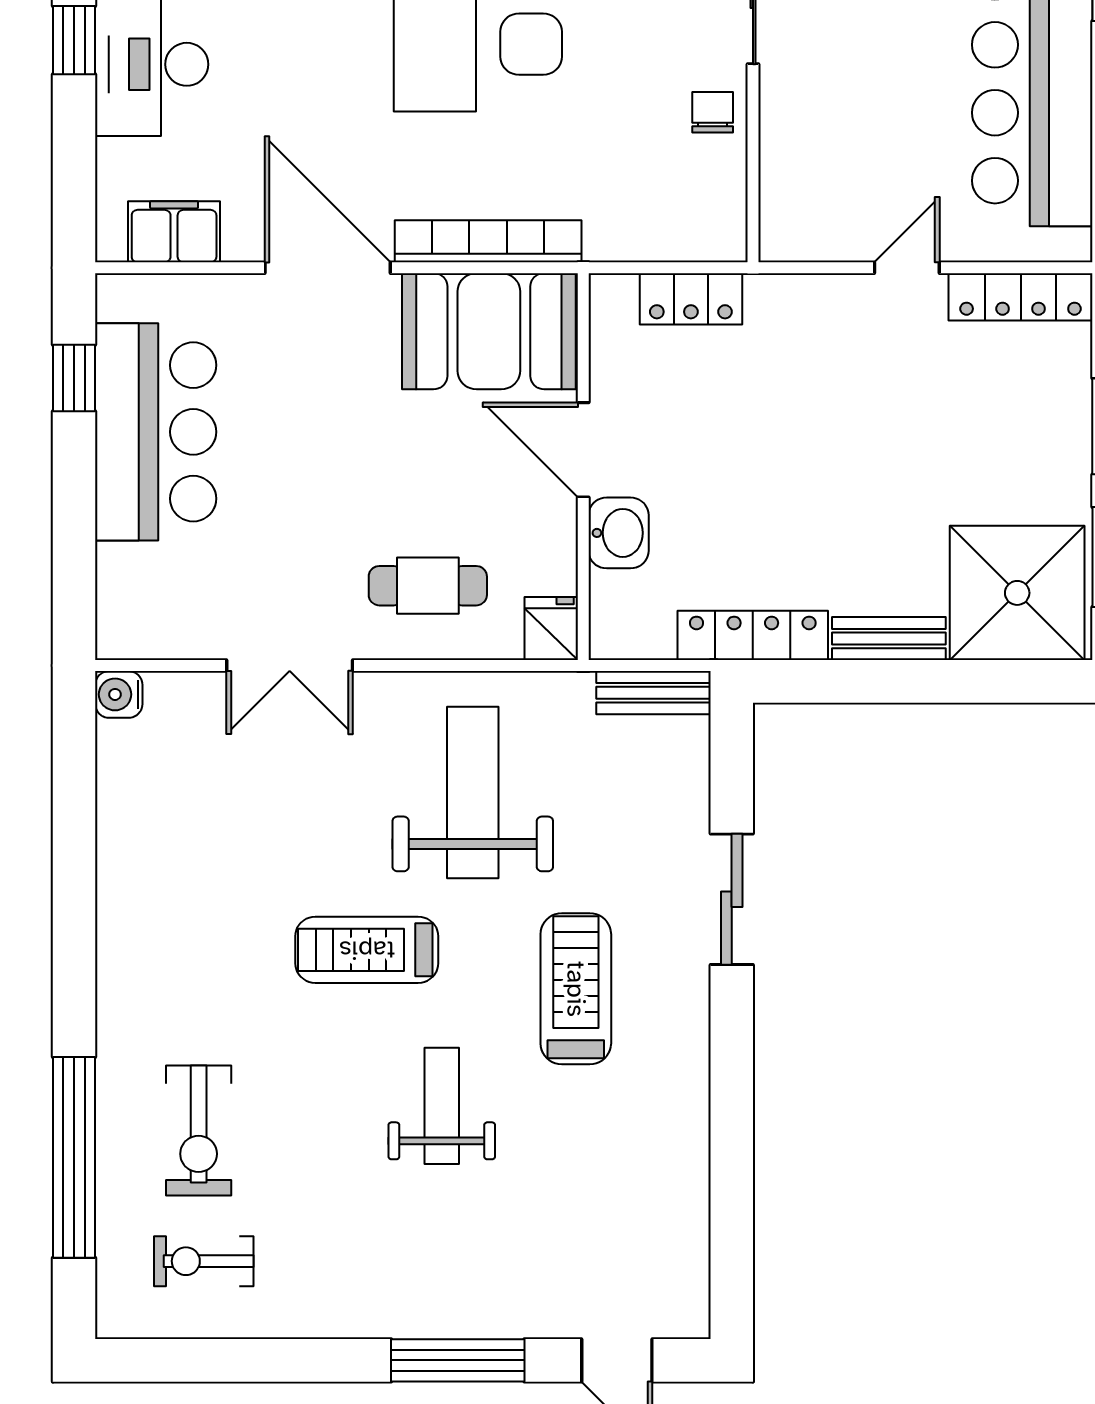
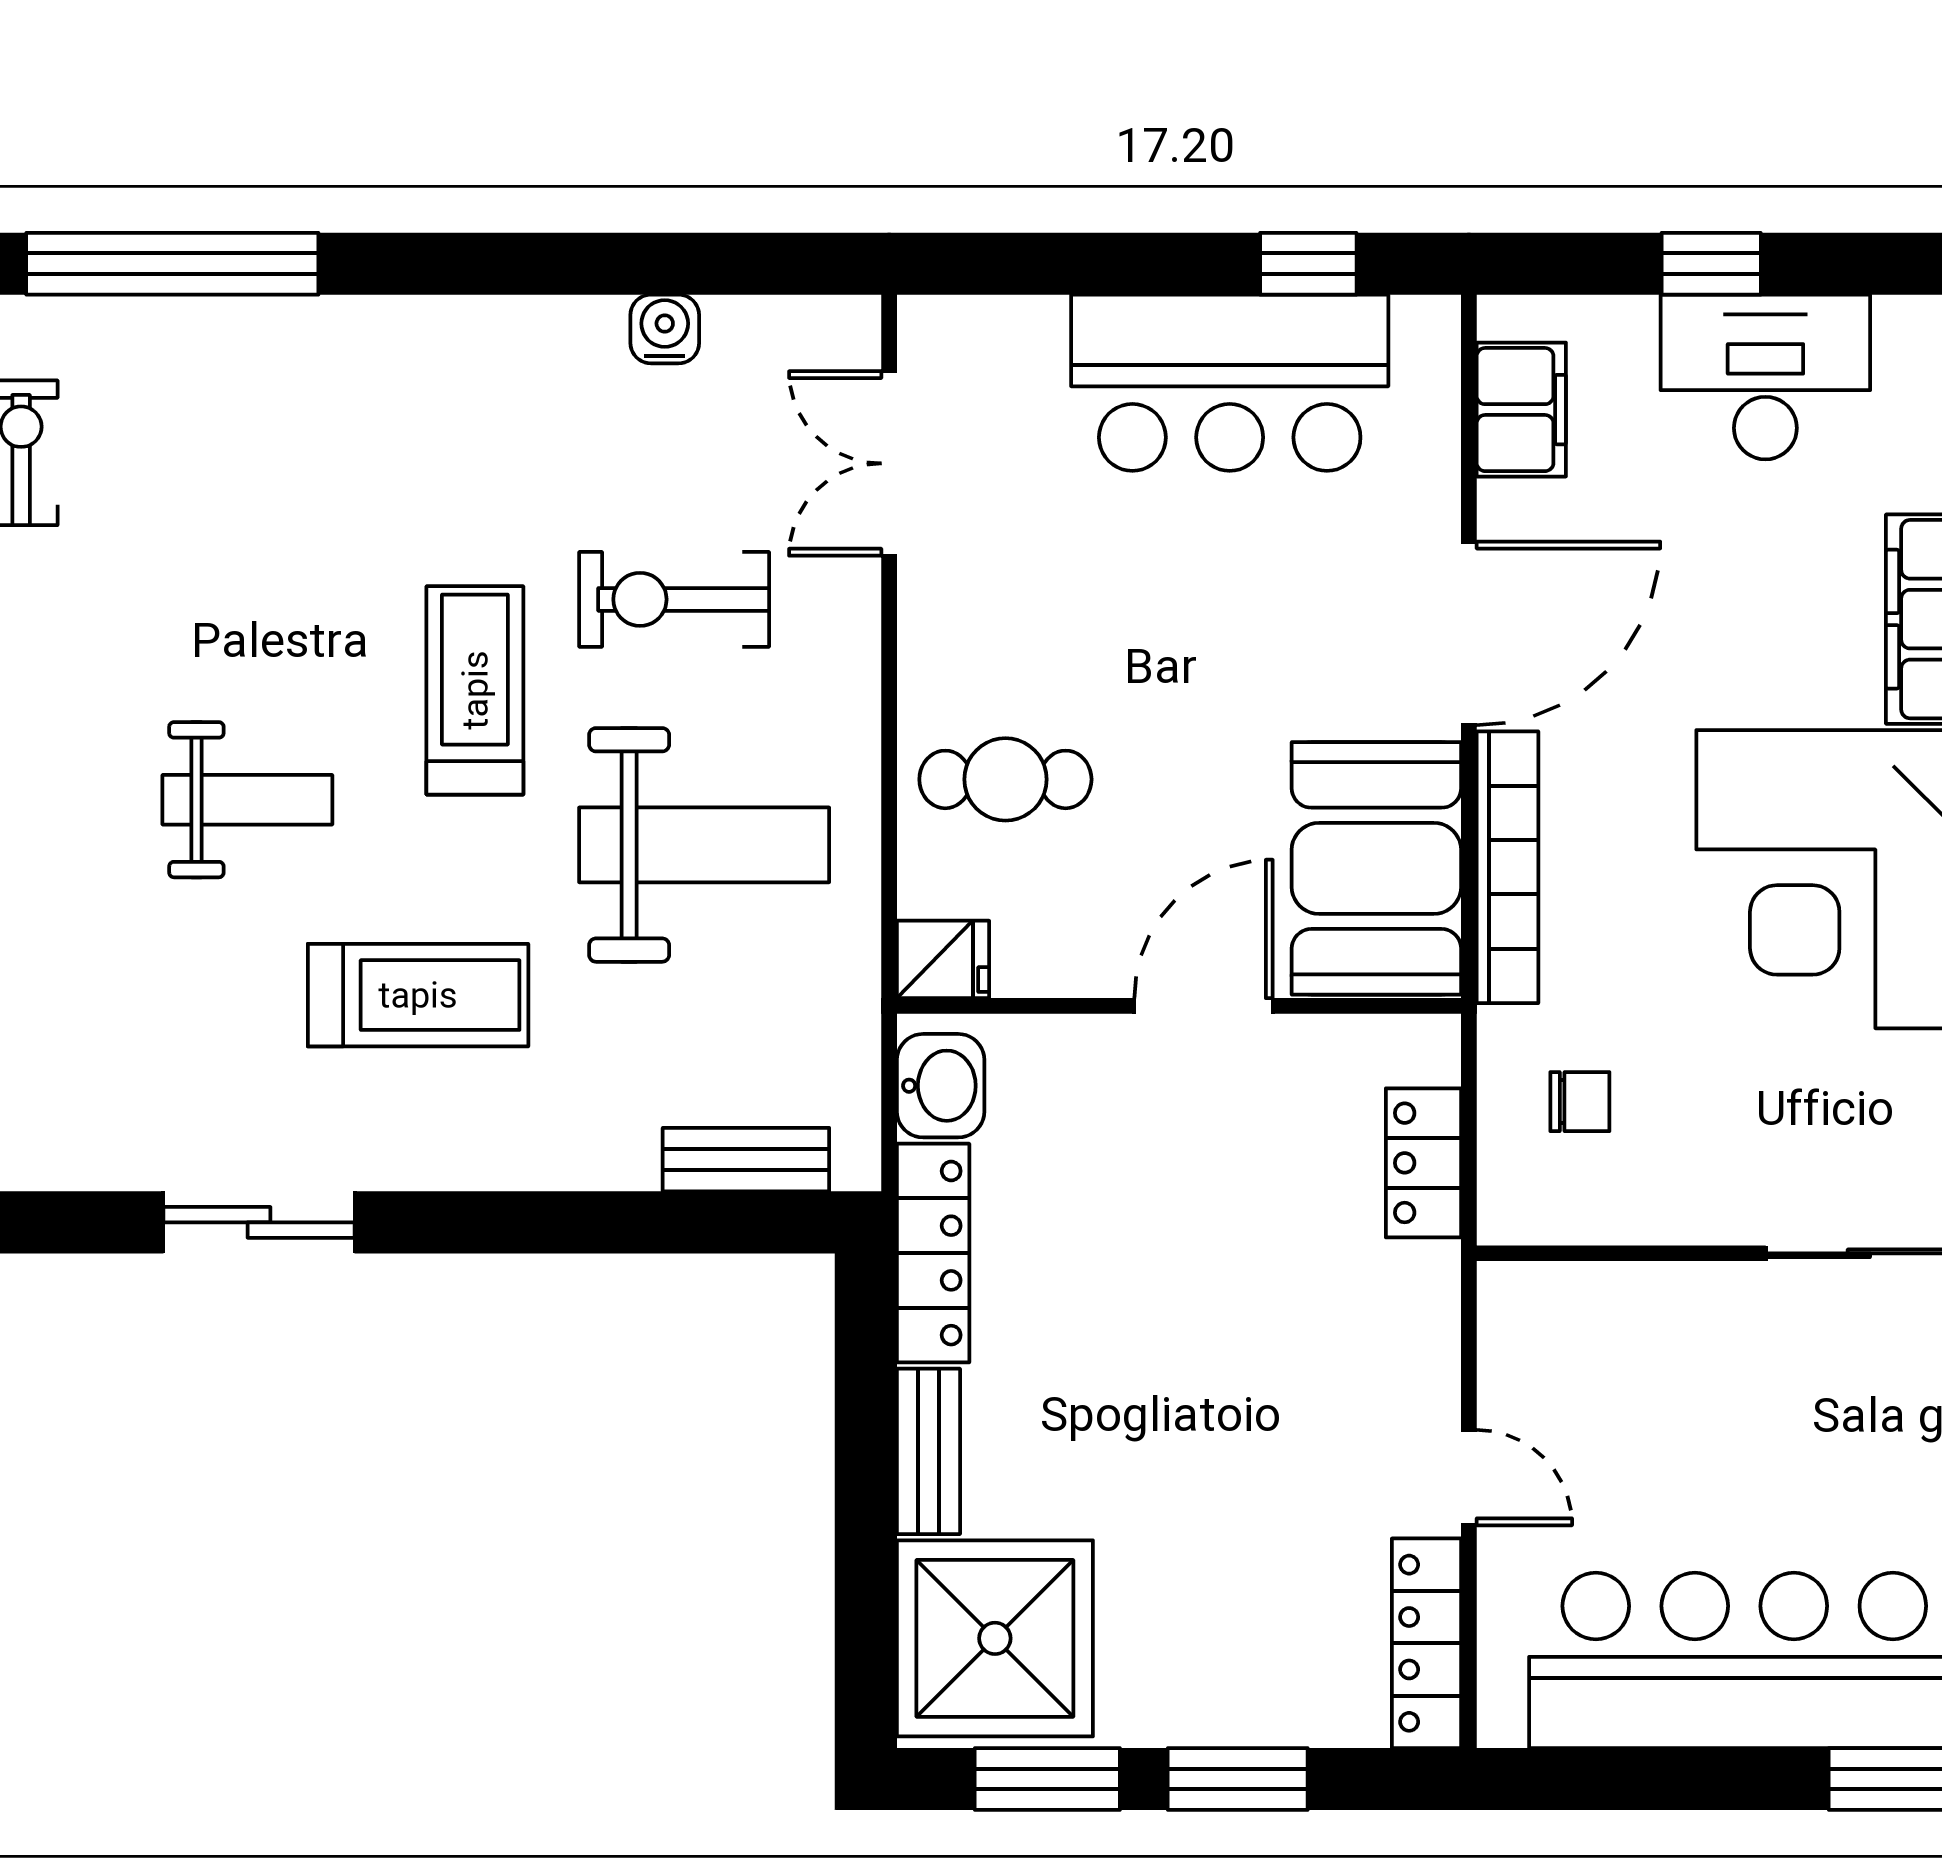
window: (74, 40) -> (1711, 264), moved
chair: (713, 112) -> (1580, 1102), moved
washbasin: (619, 533) -> (941, 1086), moved, turned -90
cafe table: (428, 586) -> (1005, 779), turned 90
double door: (290, 666) -> (889, 463), moved
bench: (653, 693) -> (746, 1160), moved, turned 90
water cooler: (119, 694) -> (665, 329), moved
sliding door: (732, 899) -> (259, 1222), moved
exercise bike: (199, 1130) -> (674, 599), moved

